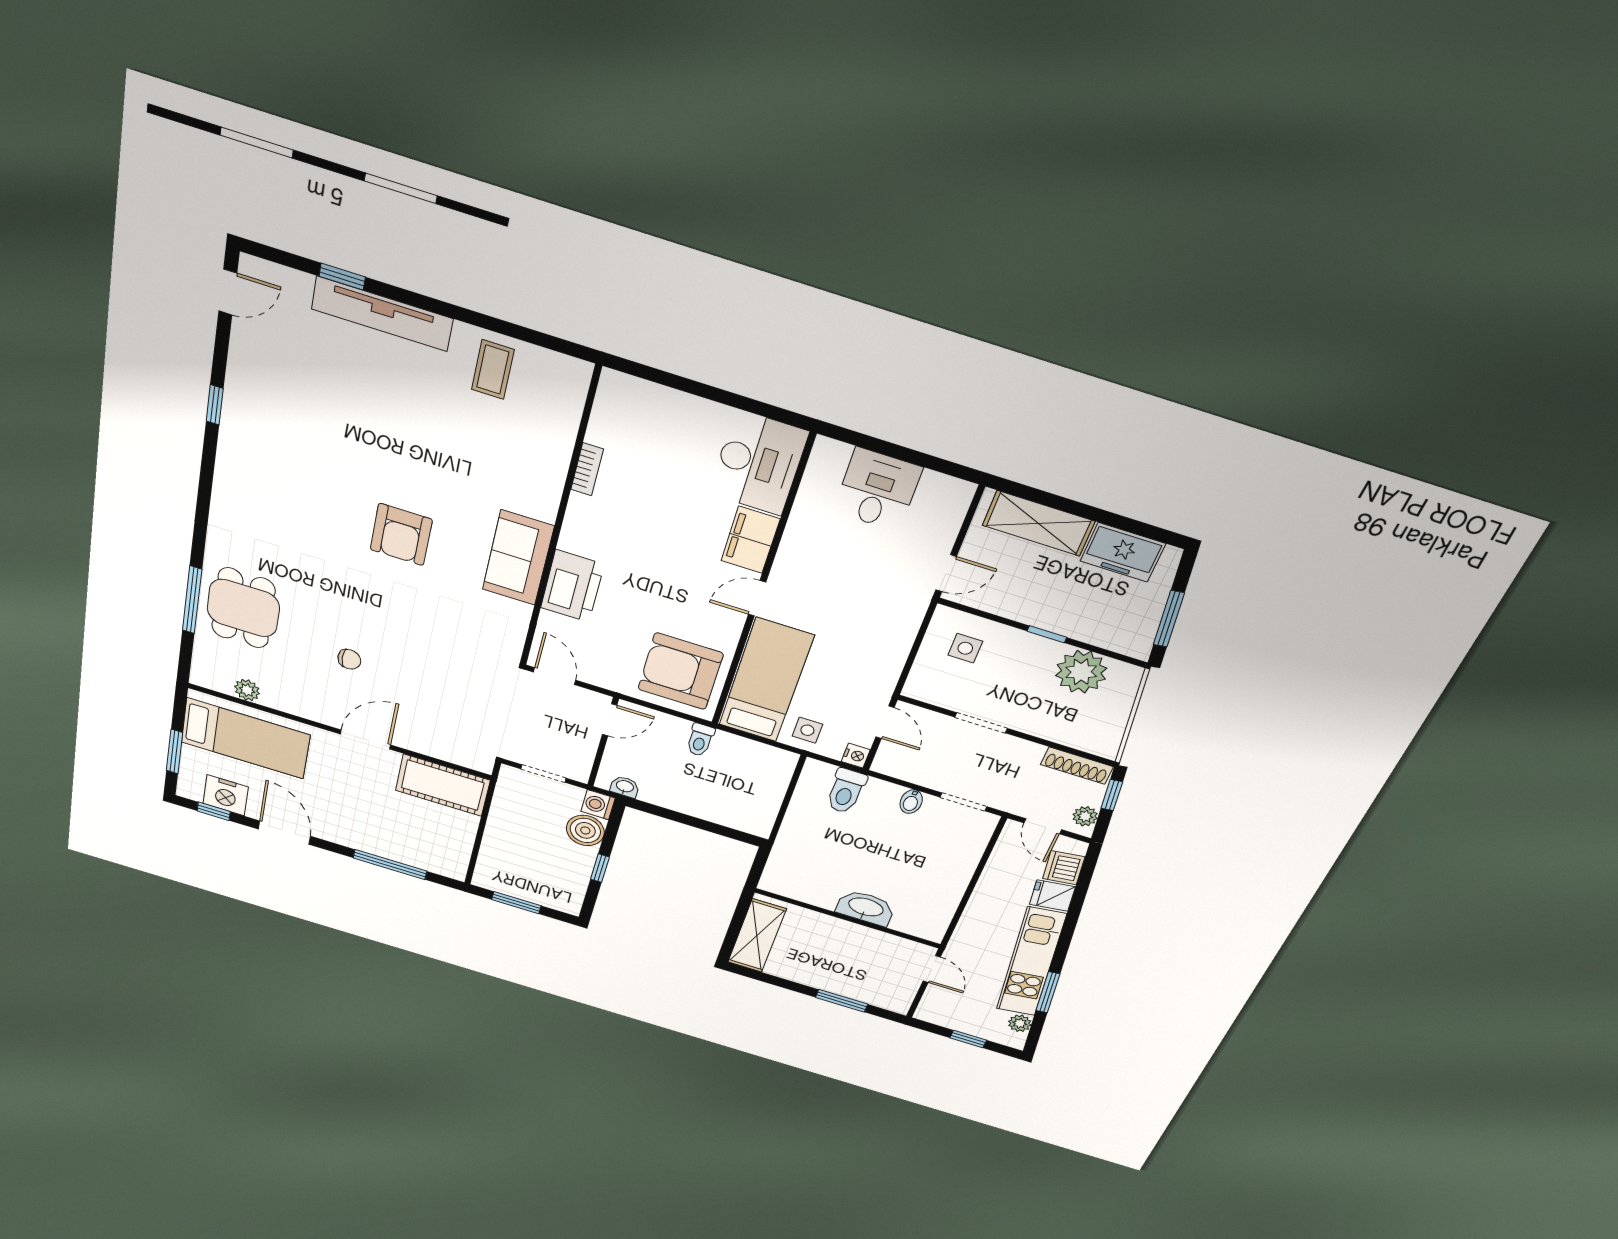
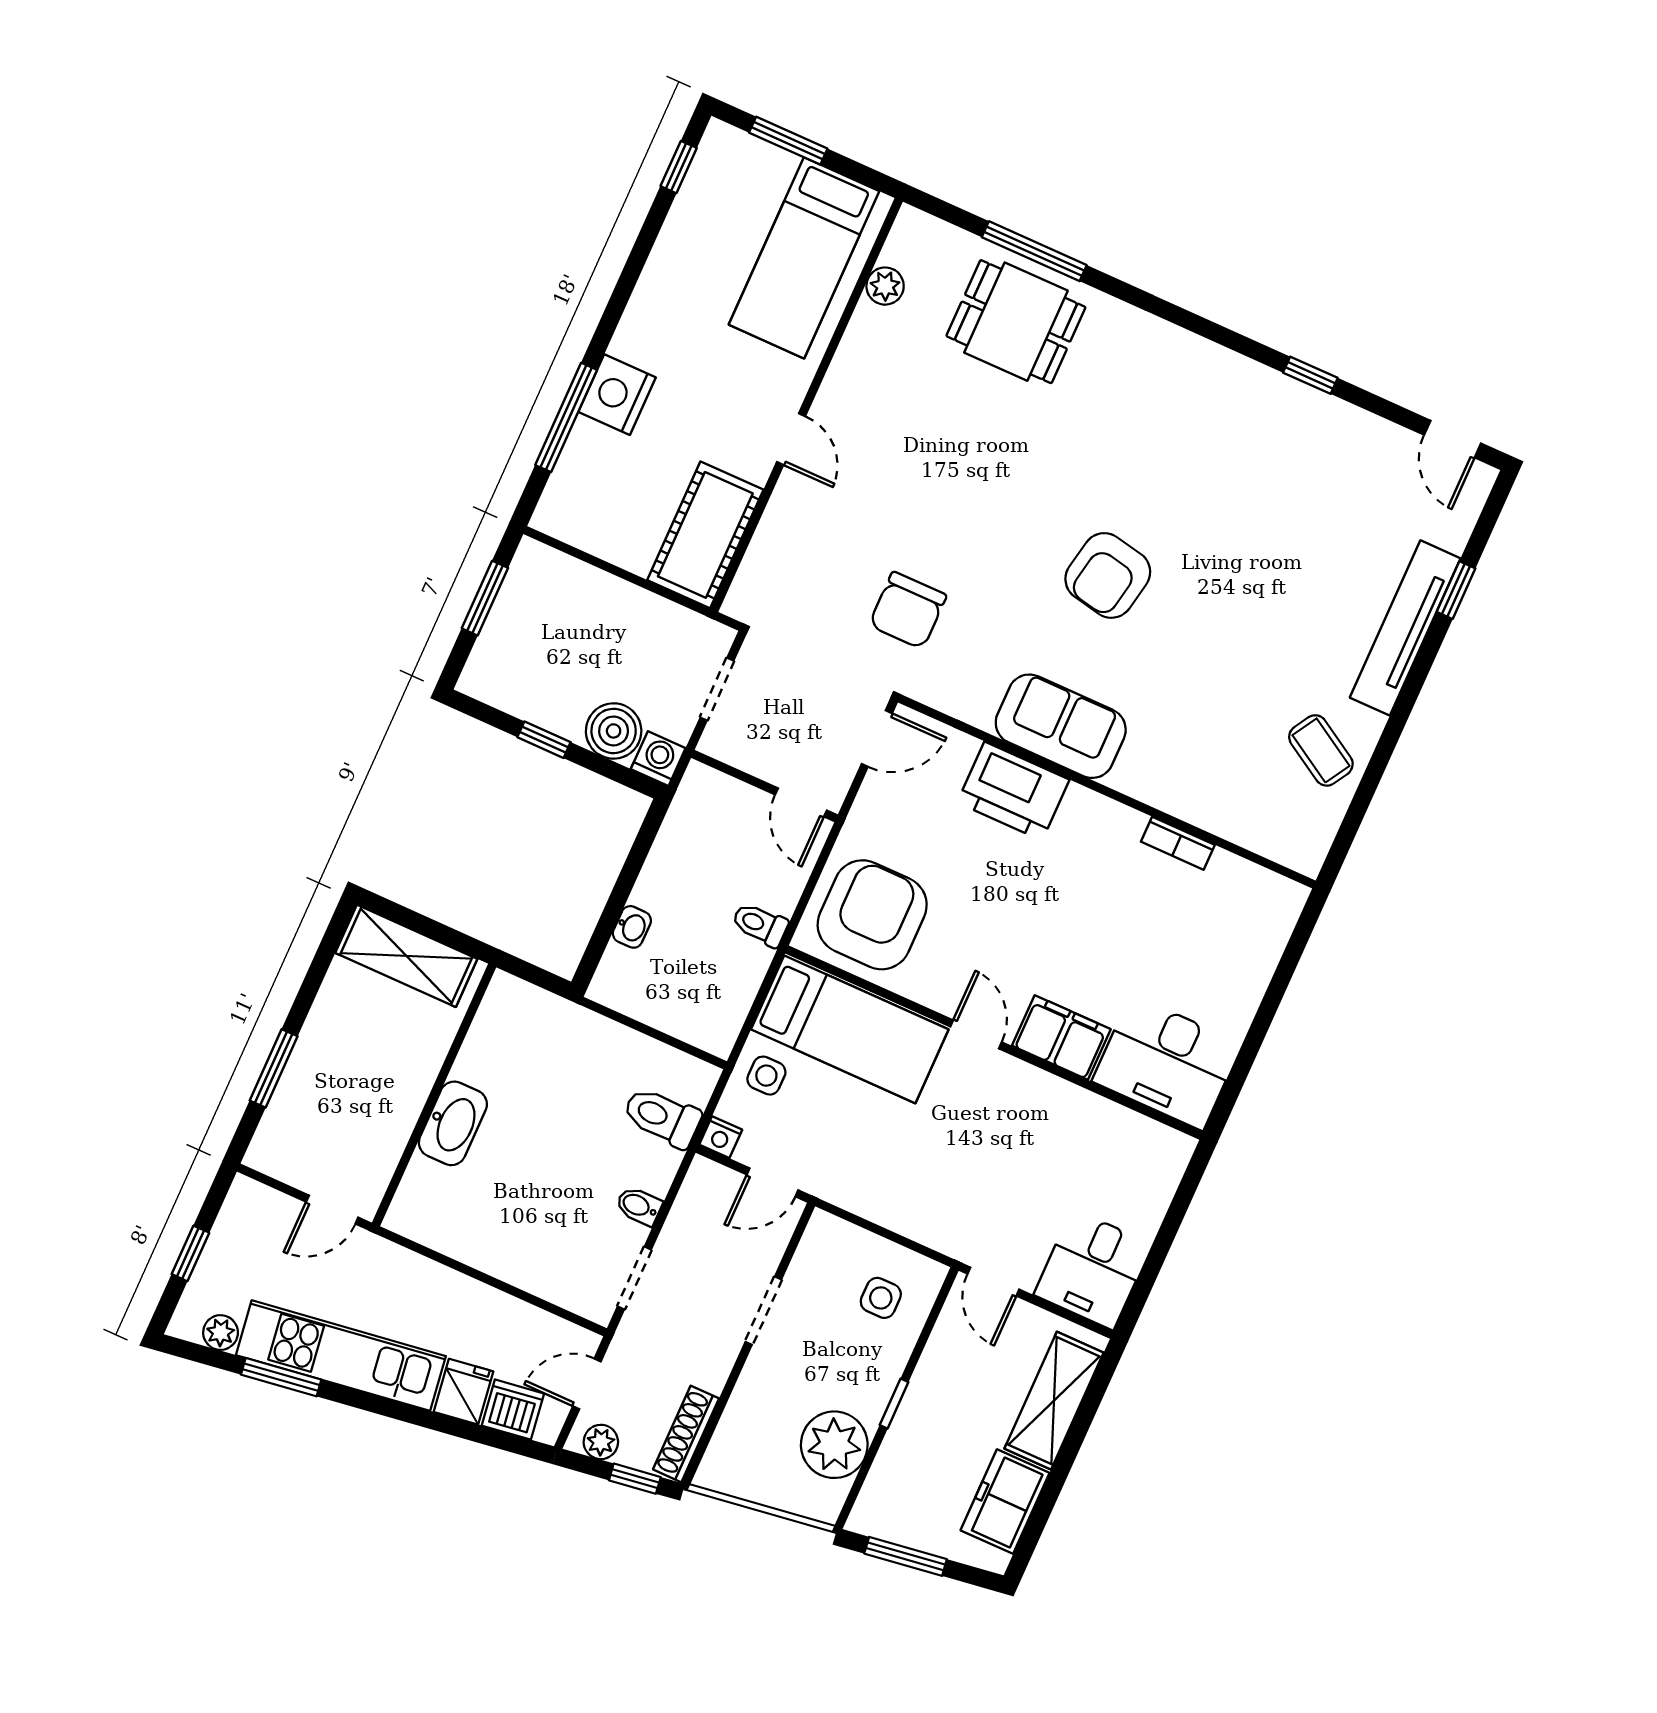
coffee table: (493, 370) -> (1321, 750), turned 31
desk: (878, 490) -> (1093, 1269), moved, turned 90
armchair: (401, 535) -> (1108, 575), turned -79
chair: (349, 659) -> (908, 610), moved, width x1.87, depth x1.87
door: (365, 739) -> (791, 439), width x0.73
washbasin: (625, 787) -> (632, 927), moved
nightstand: (226, 795) -> (617, 395), moved
door: (284, 833) -> (634, 267), removed

